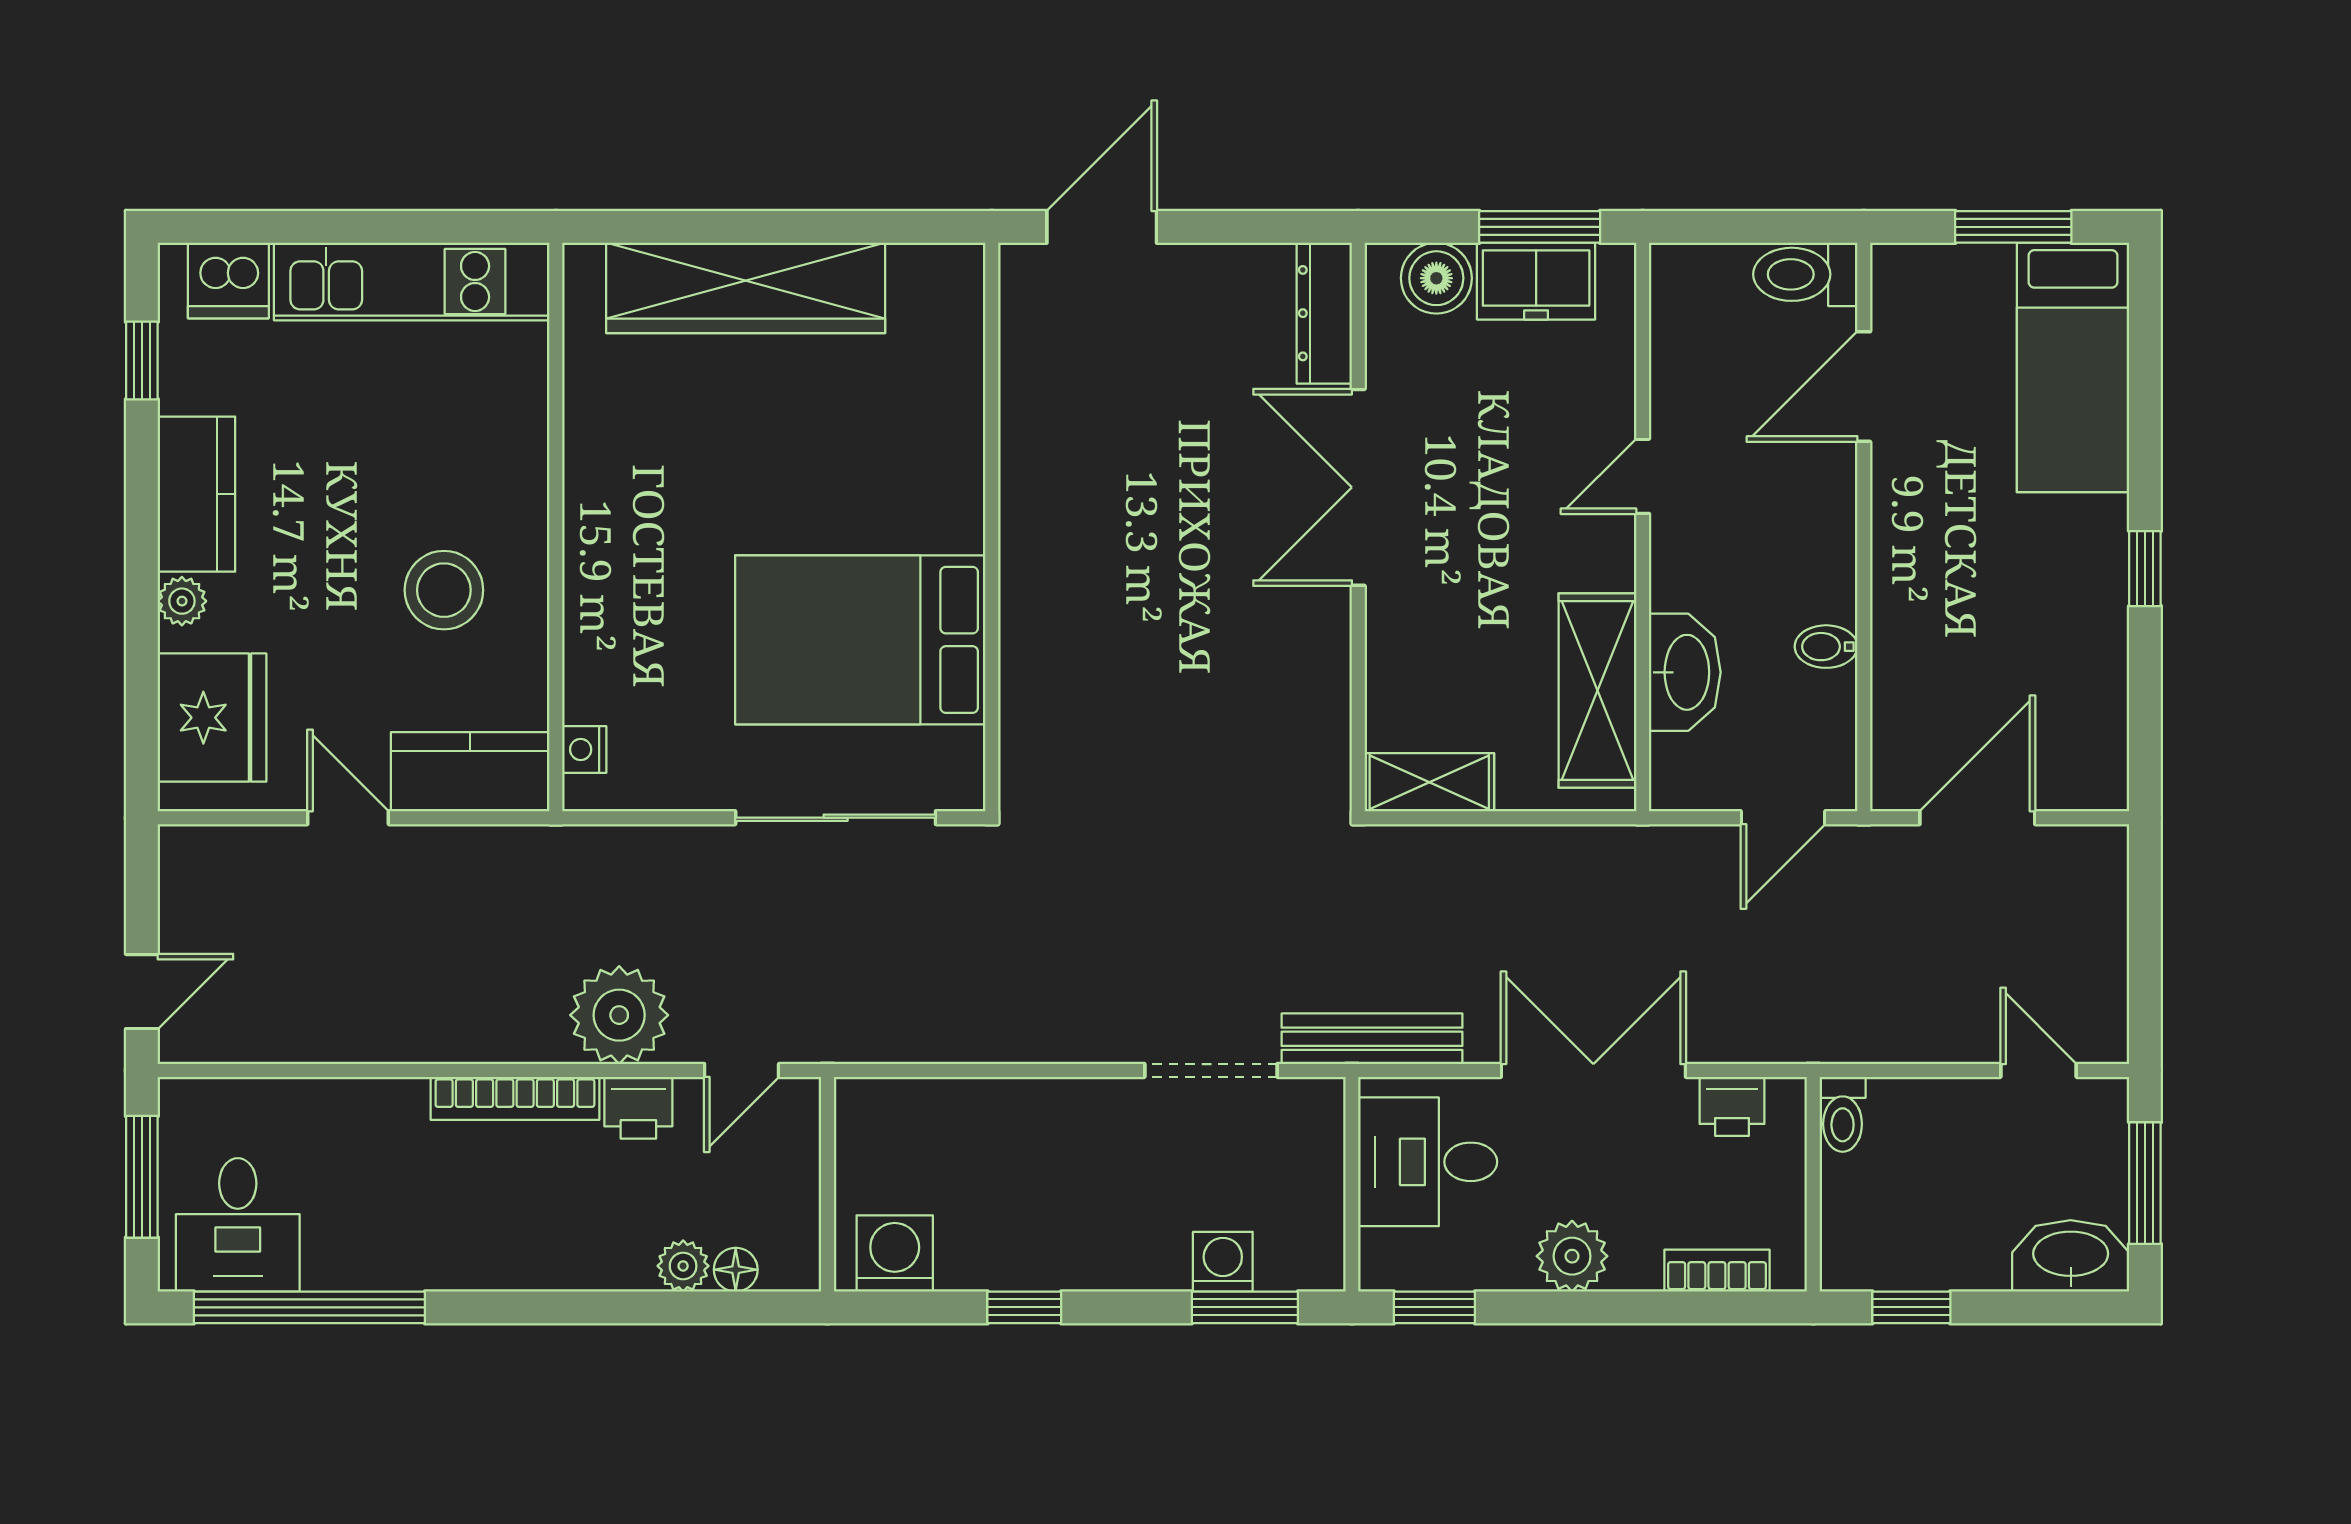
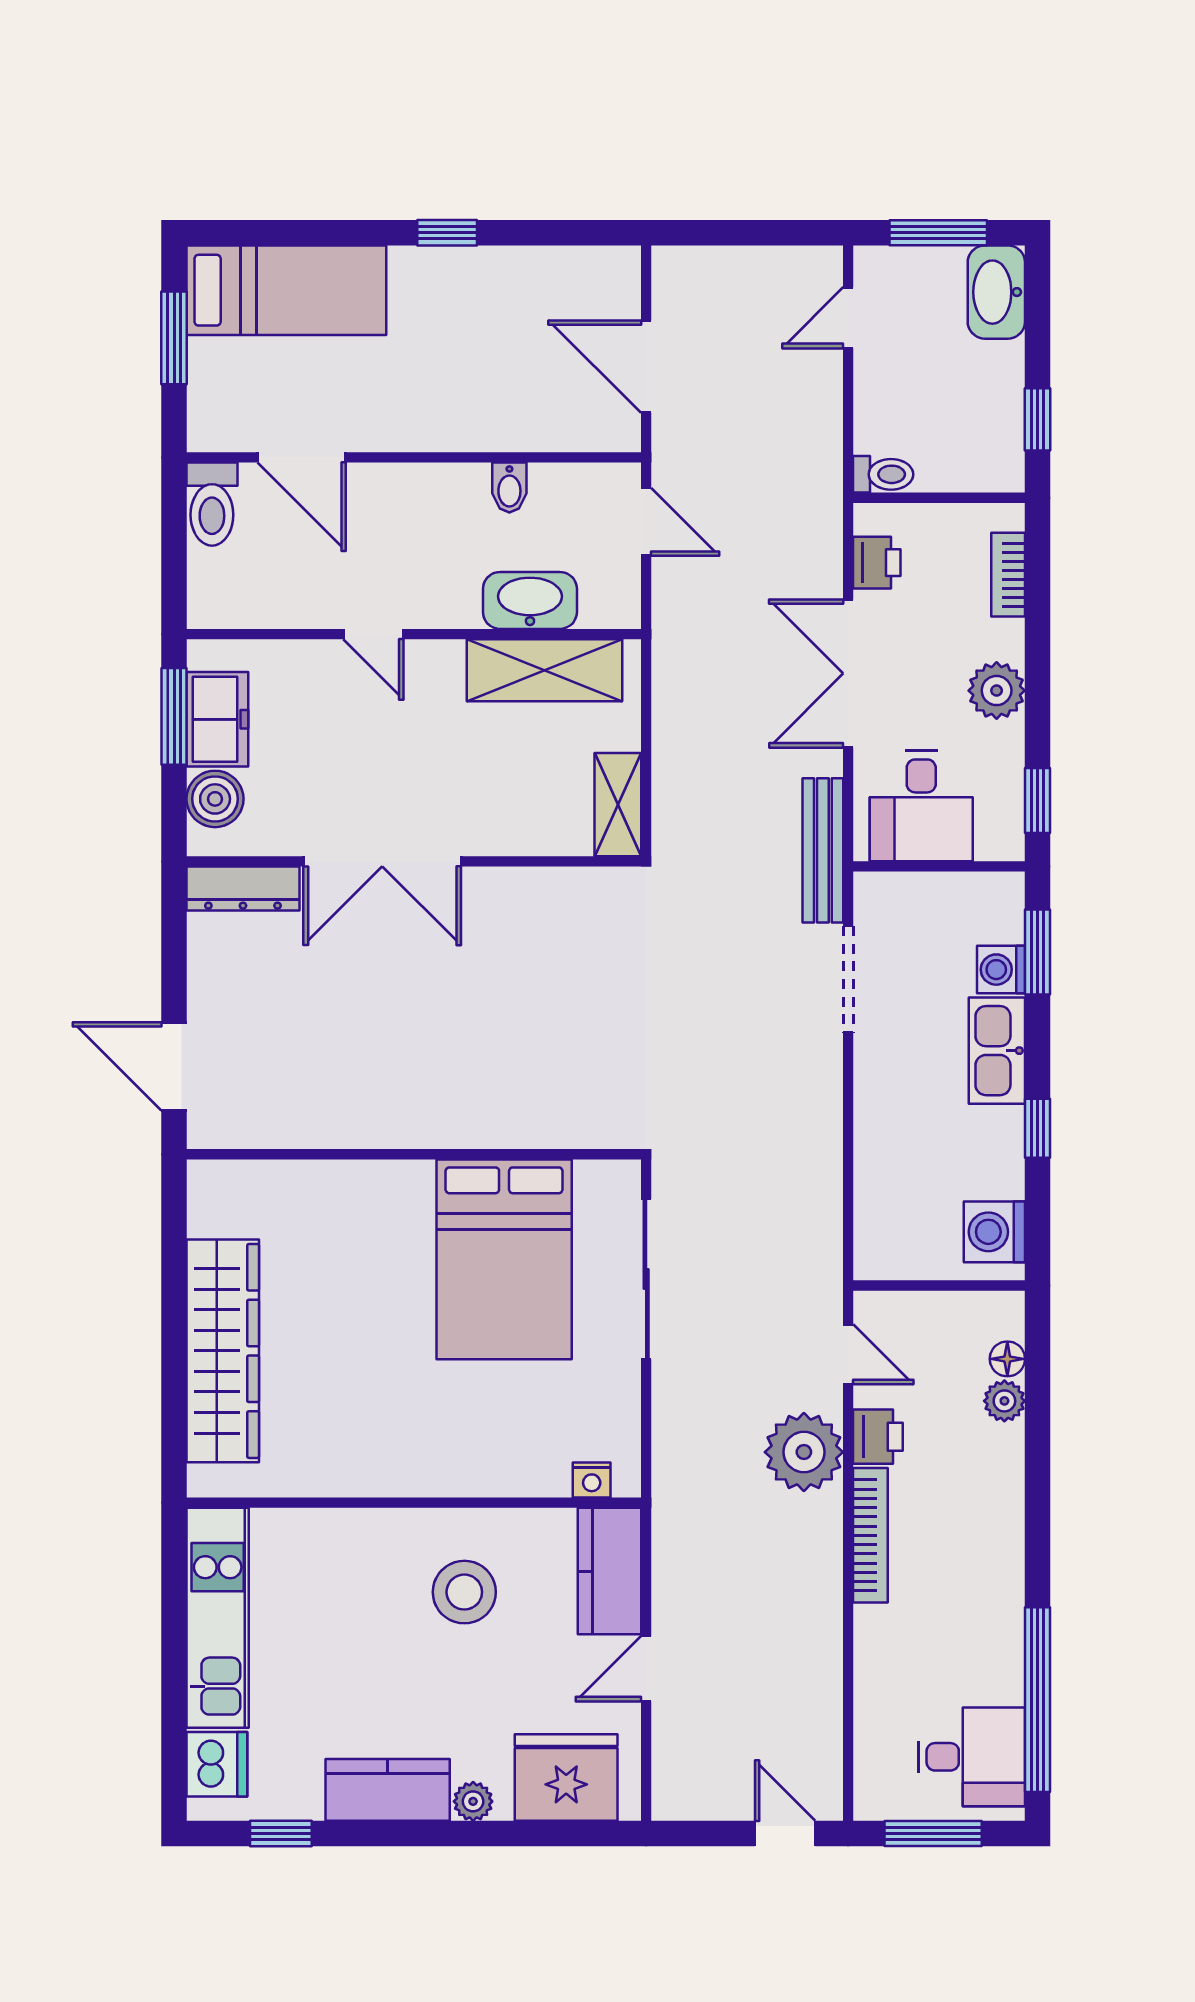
kitchen sink: (1121, 1257) -> (997, 1051), added

